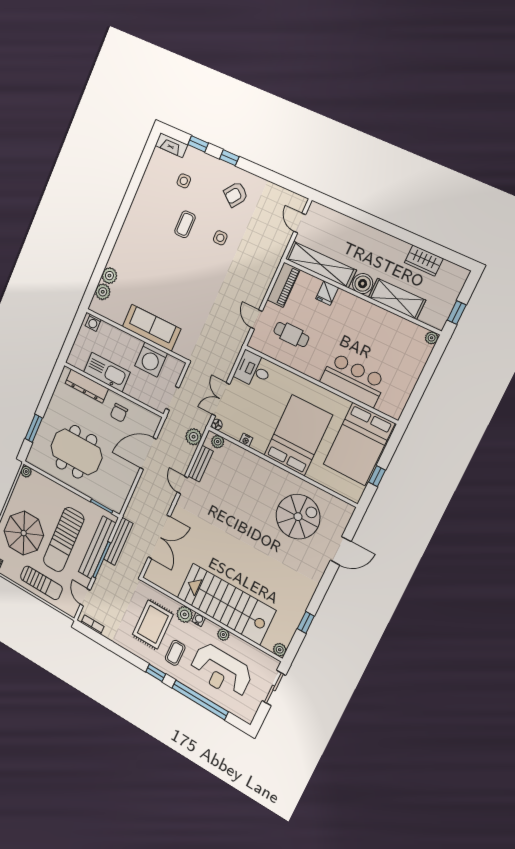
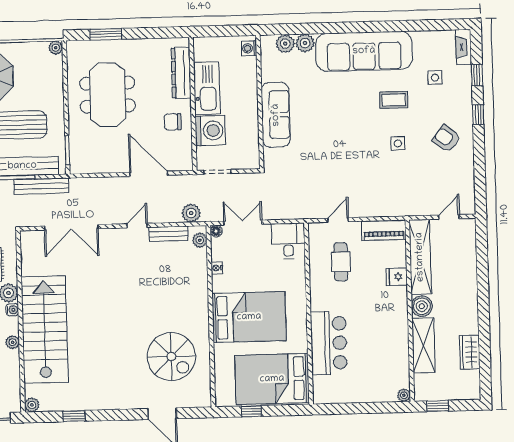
sofa: (137, 230) -> (364, 51), added
washing machine: (151, 360) -> (210, 131), moved, turned 180

